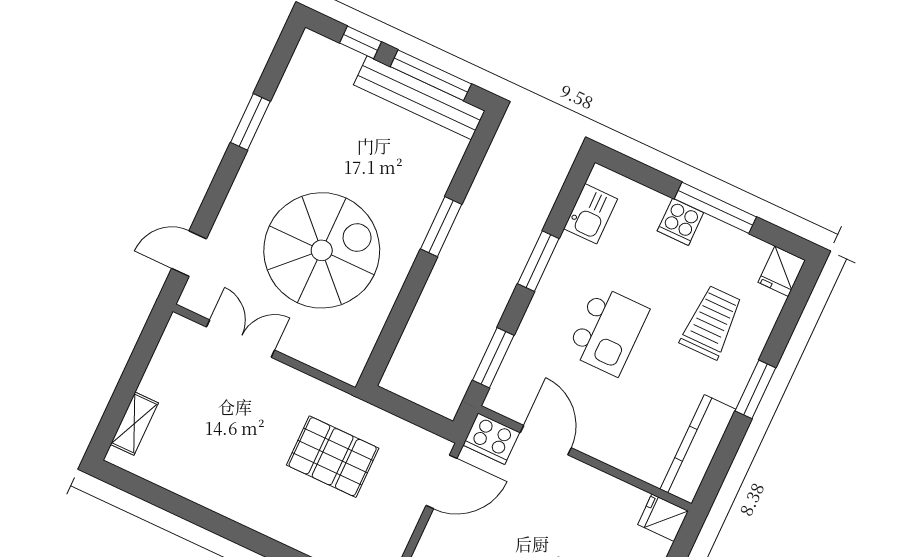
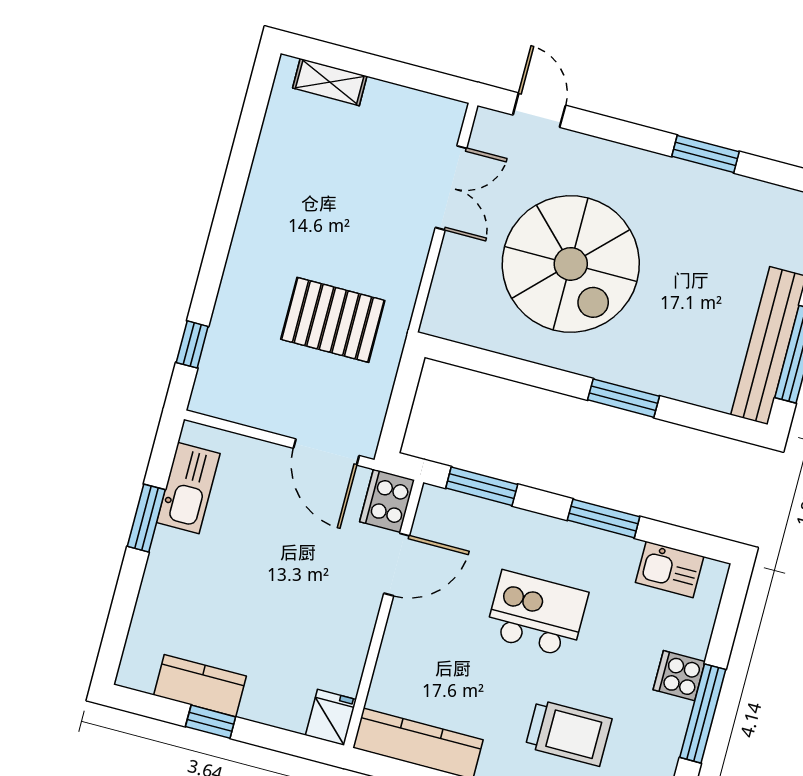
kitchen island: (608, 331) -> (537, 614), turned 180
pallet: (333, 457) -> (333, 320), turned 90

